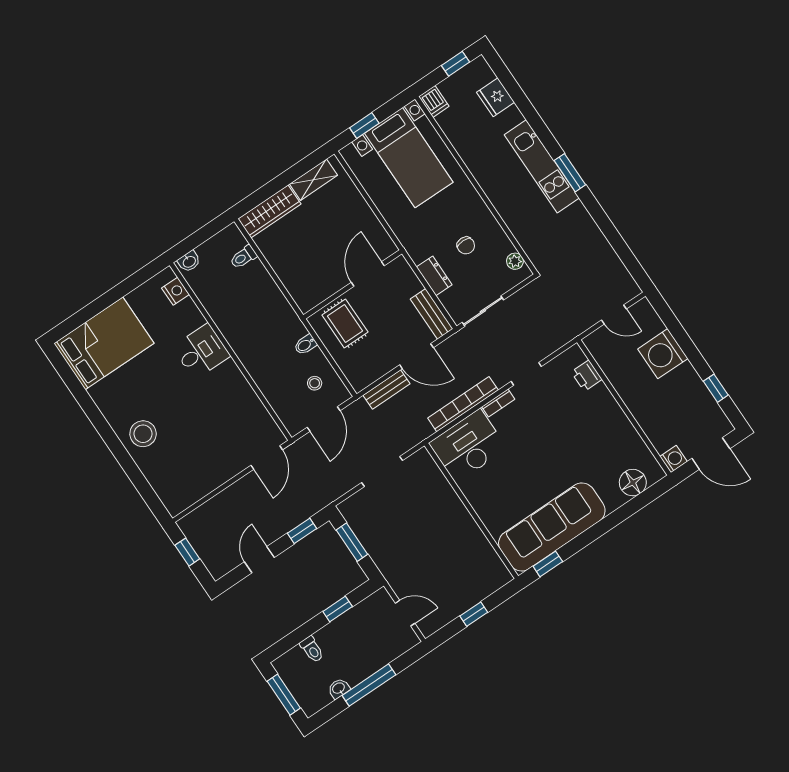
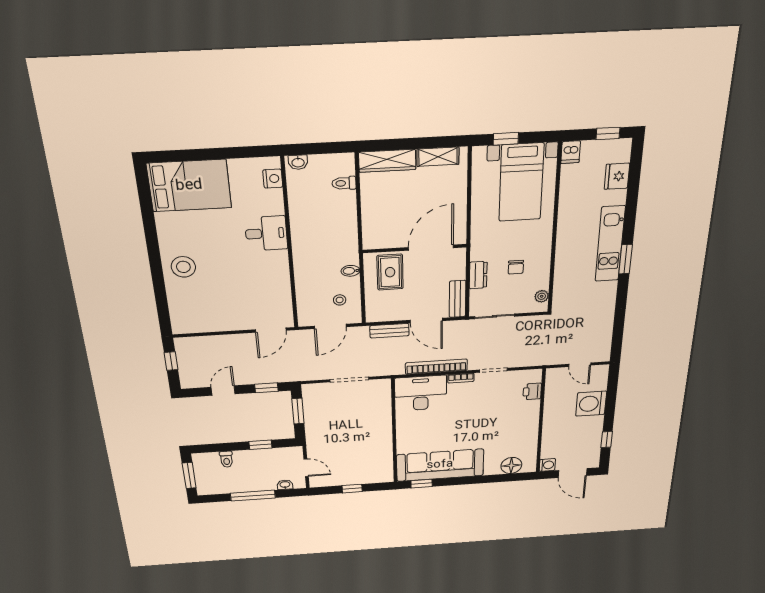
door: (368, 274) -> (431, 248), width x1.36
washbasin: (339, 688) -> (285, 485), moved

